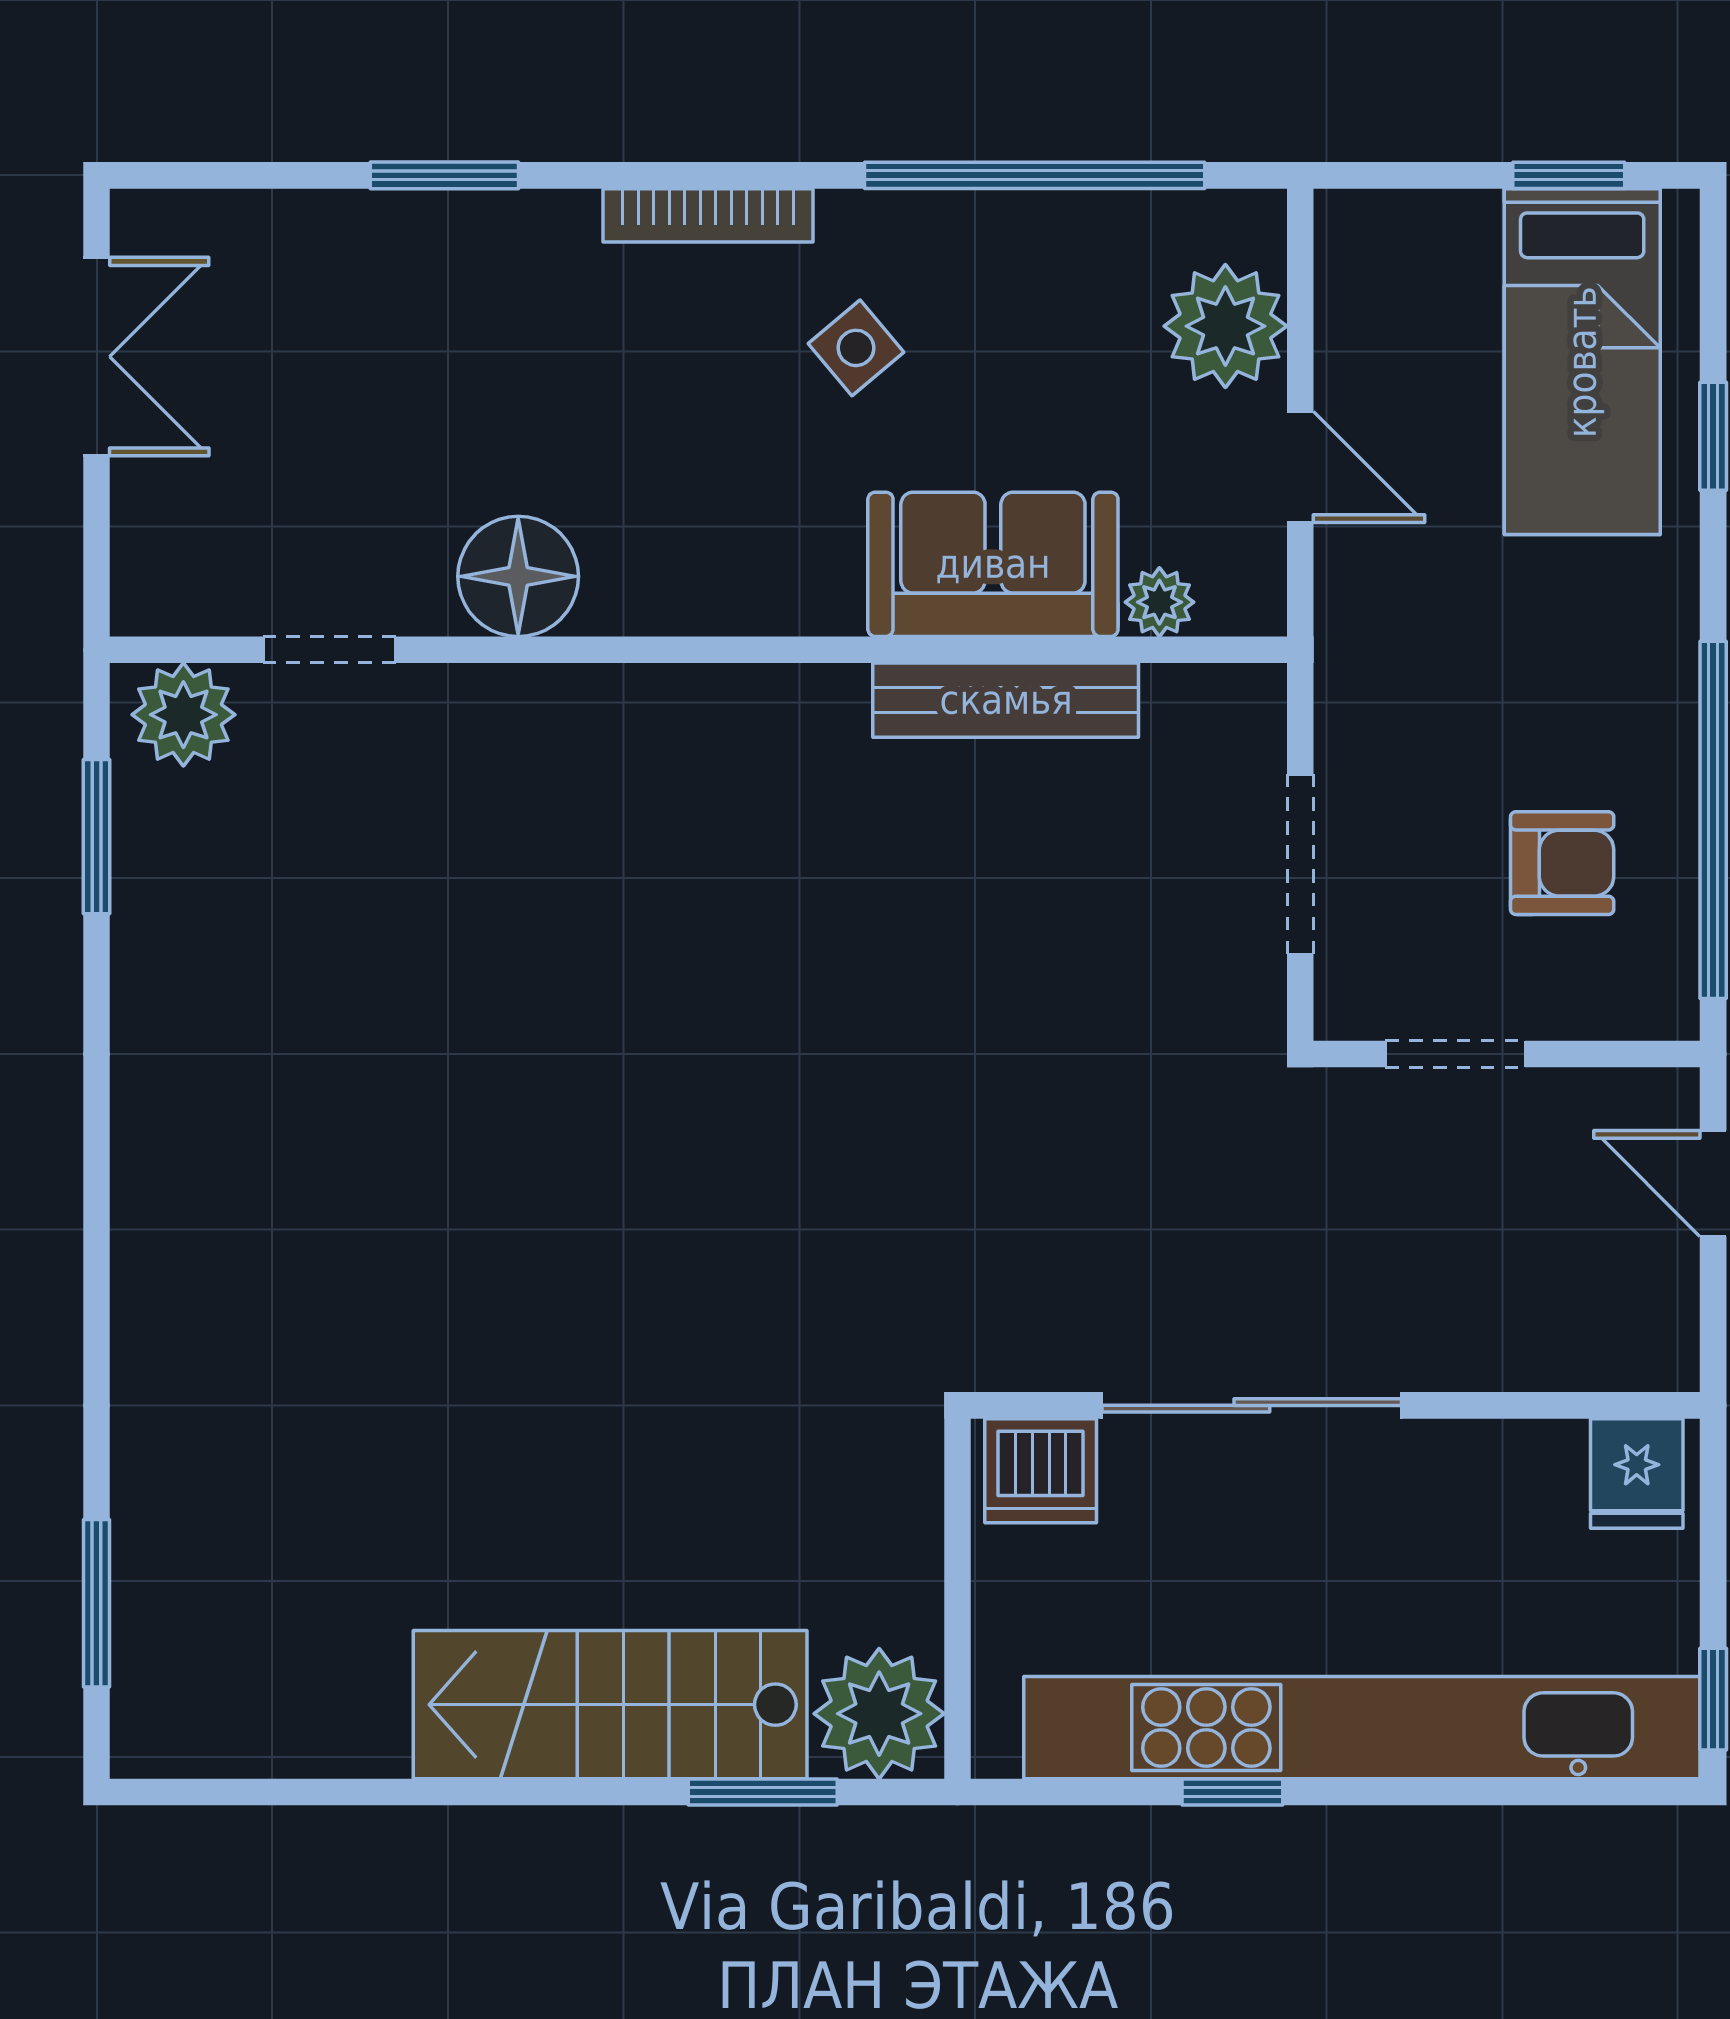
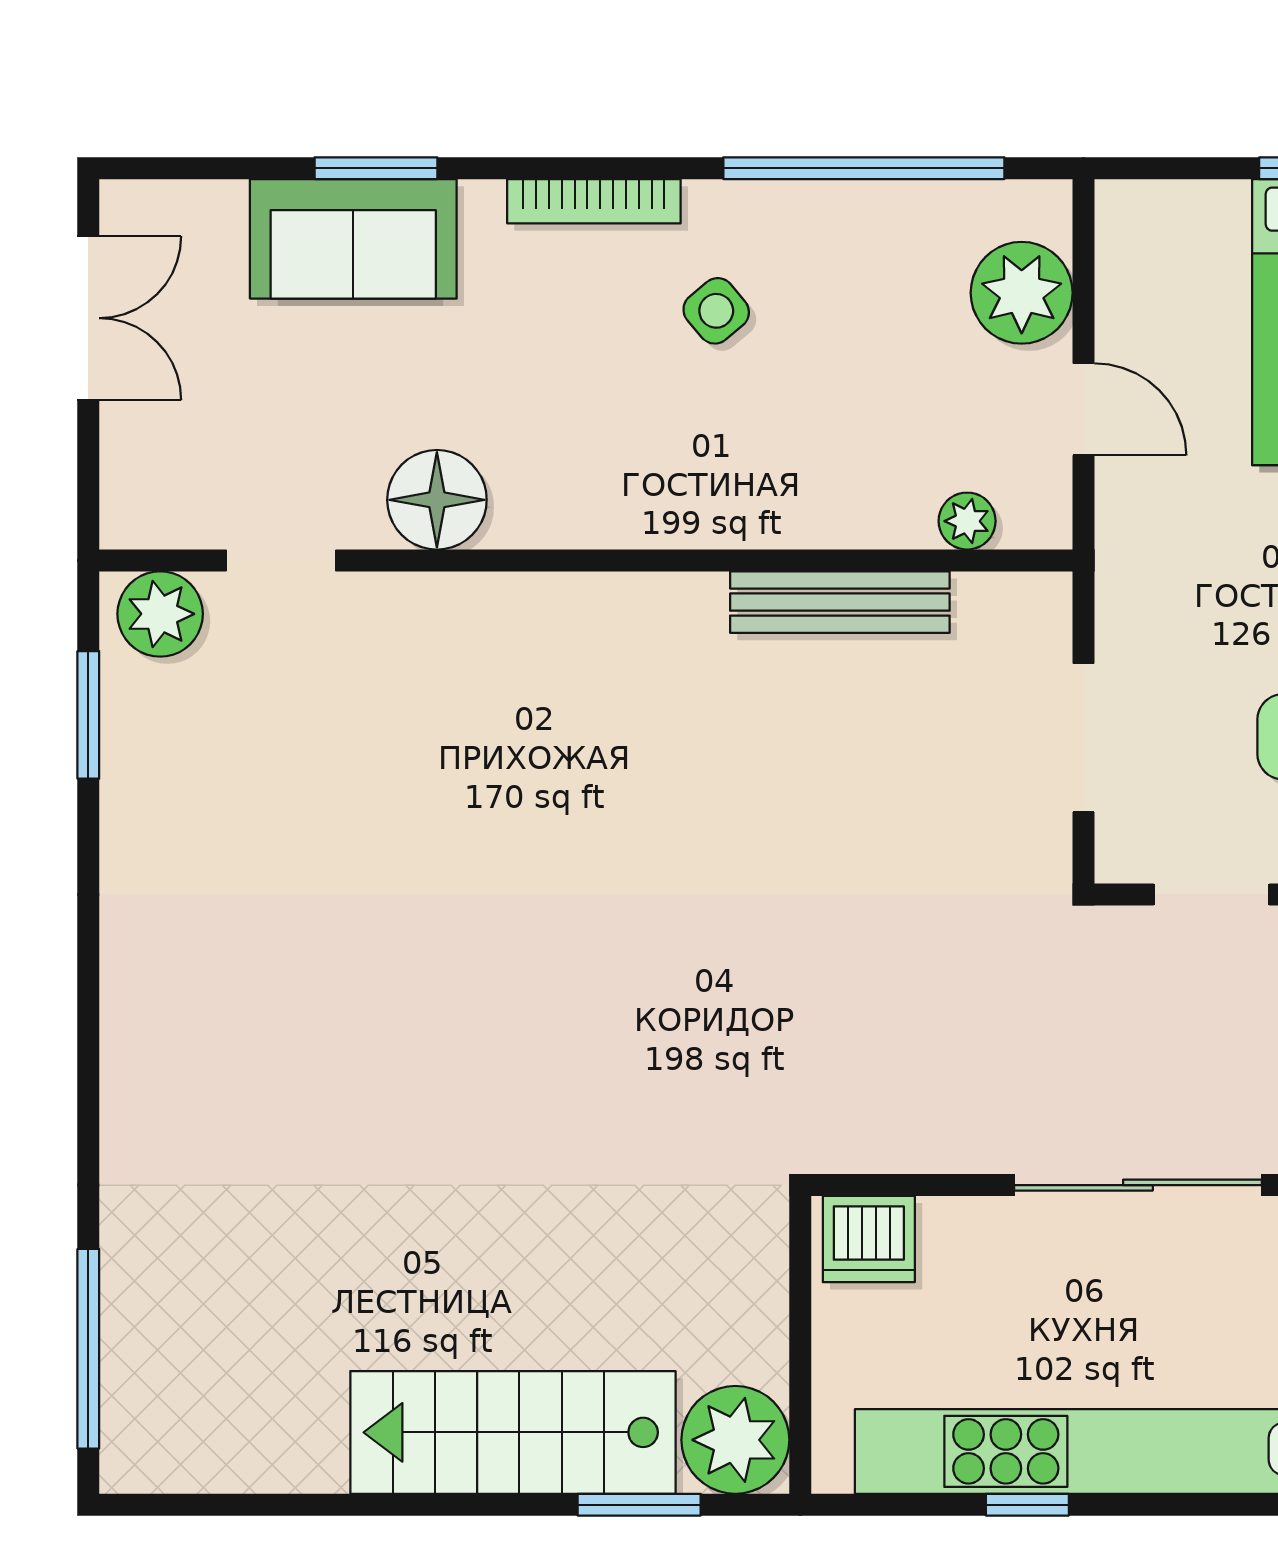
sofa: (993, 564) -> (353, 239), moved, turned 180
sliding door: (1252, 1405) -> (1138, 1185), moved
window: (97, 1603) -> (88, 1349), width x1.44

